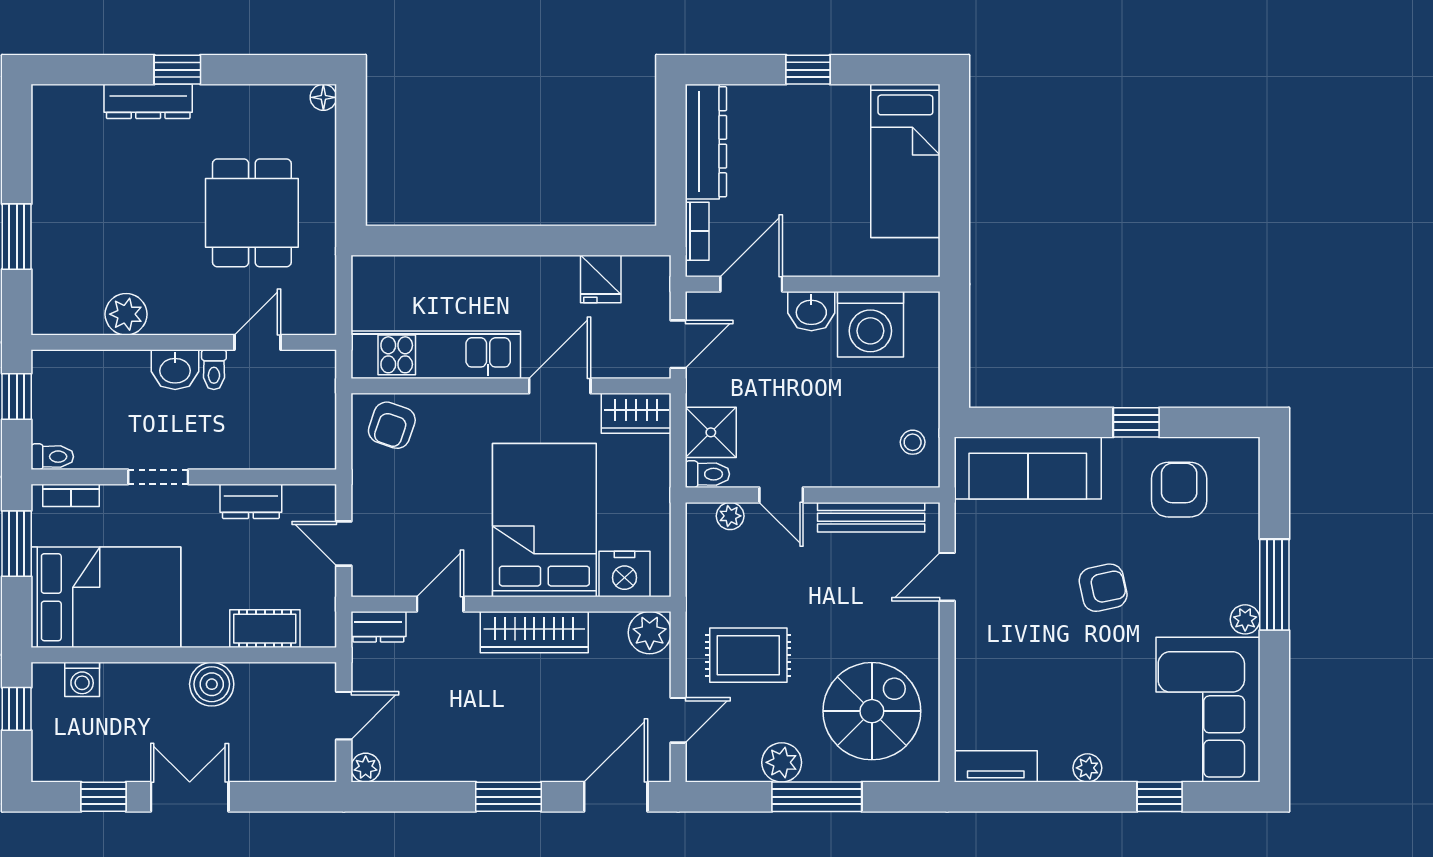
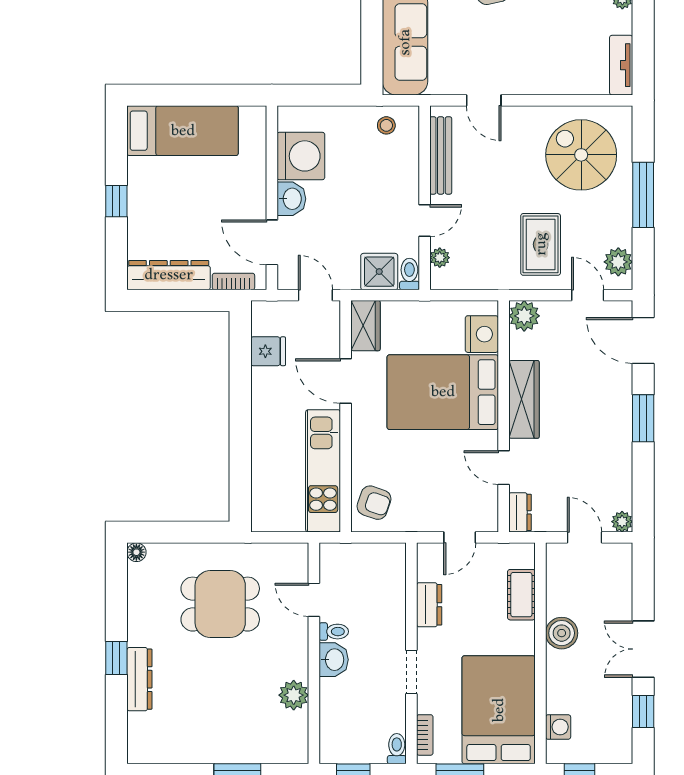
plant: (782, 762) -> (618, 262), moved

